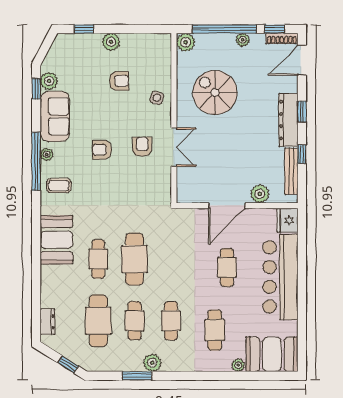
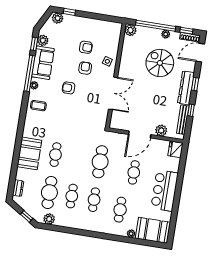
plant: (111, 42) -> (58, 18), moved
spiral stairs: (215, 93) -> (160, 63), moved
armchair: (142, 147) -> (85, 68), moved
double door: (174, 147) -> (113, 93), width x1.37
window: (36, 161) -> (29, 73), moved
booth: (57, 240) -> (29, 153), moved
cafe table: (135, 259) -> (100, 162), moved
bar counter: (280, 277) -> (164, 191), width x0.73
plant: (152, 363) -> (49, 219), moved
window: (137, 376) -> (68, 230), removed

